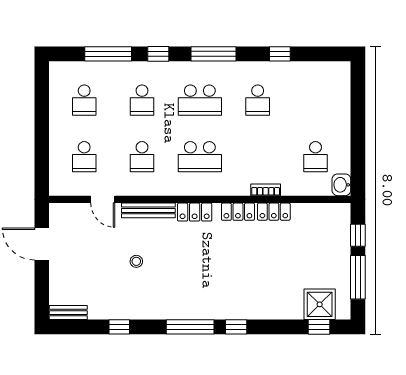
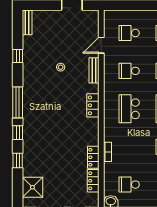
bench: (148, 210) -> (94, 70), width x0.73
locker: (238, 212) -> (93, 181), moved
window: (319, 327) -> (18, 161), moved

